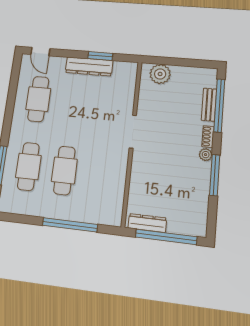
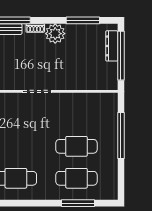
plant: (206, 155) -> (55, 34), width x1.88, depth x1.88
window: (215, 175) -> (83, 20), moved
dresser: (147, 223) -> (112, 46), moved

